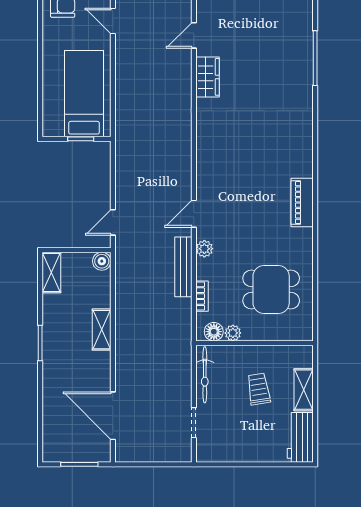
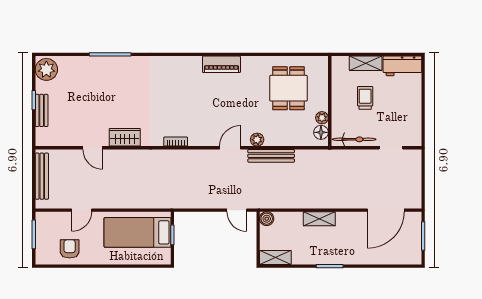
door: (194, 214) -> (230, 148), swing flipped
bookcase: (202, 296) -> (176, 142), moved
trolley: (259, 389) -> (365, 98), turned 99

